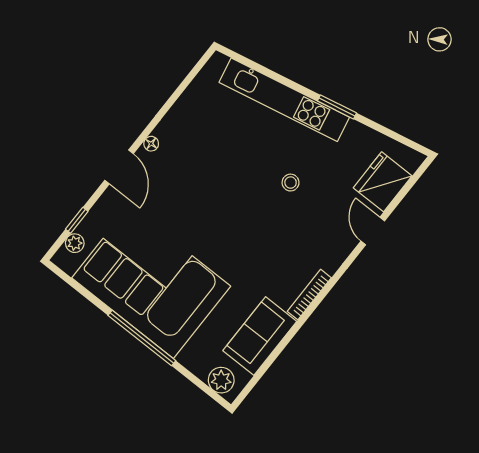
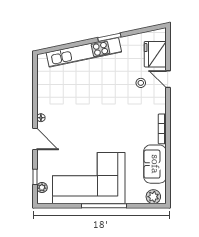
stool: (291, 183) -> (141, 83), moved

